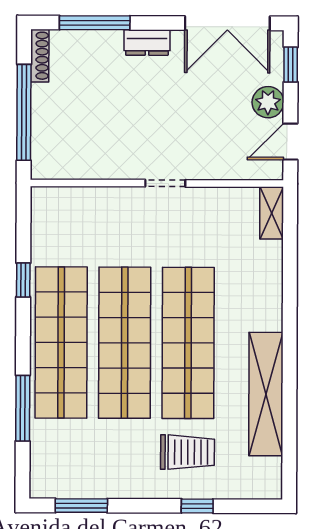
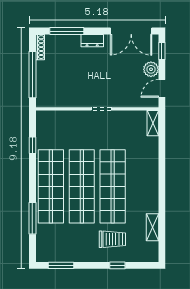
window: (23, 280) -> (32, 145), moved
shelving: (266, 394) -> (152, 227), width x0.45, depth x0.75

